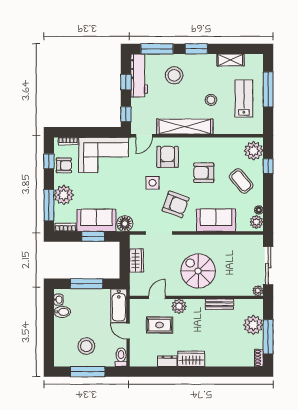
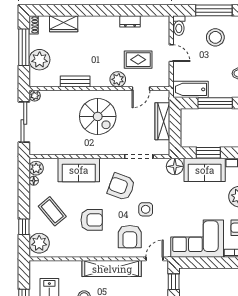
wardrobe: (137, 260) -> (162, 121), width x1.50
bathtub: (119, 306) -> (190, 89), moved, turned -90
wardrobe: (191, 359) -> (64, 24), moved

